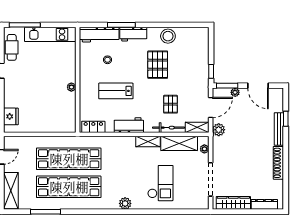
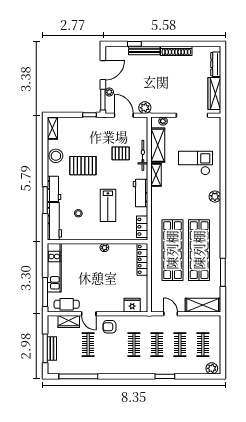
locker: (59, 127) -> (142, 259), added
shelving: (197, 127) -> (52, 128), moved

